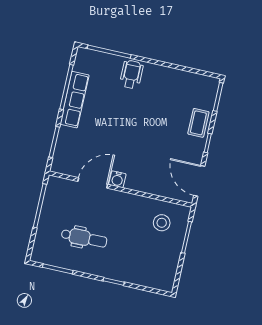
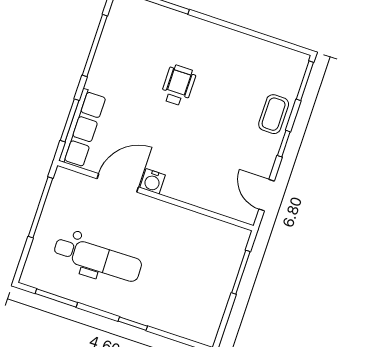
wheelchair: (131, 74) -> (178, 85), moved
row of seats: (75, 100) -> (83, 128), moved
door: (199, 181) -> (267, 195), width x0.73
stool: (162, 223) -> (208, 248), removed
dental chair: (84, 238) -> (98, 259), width x1.36, depth x1.38

